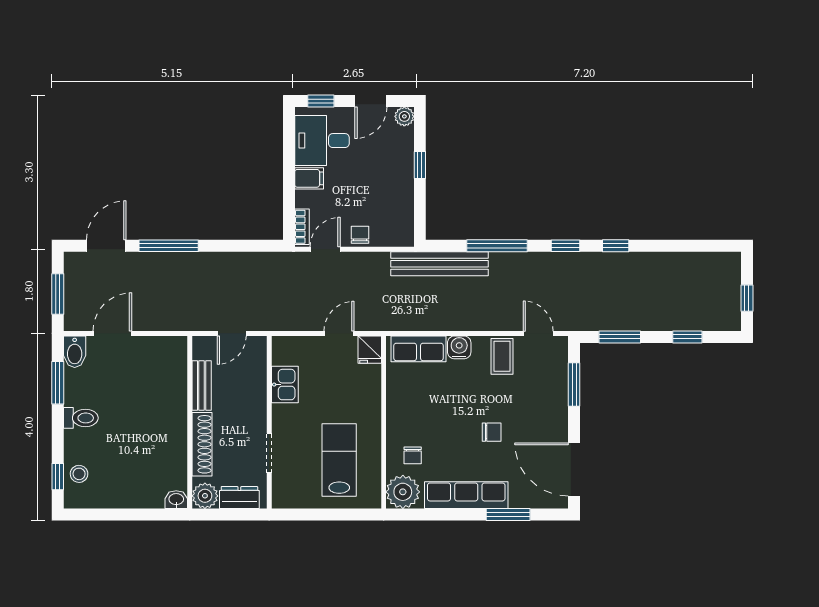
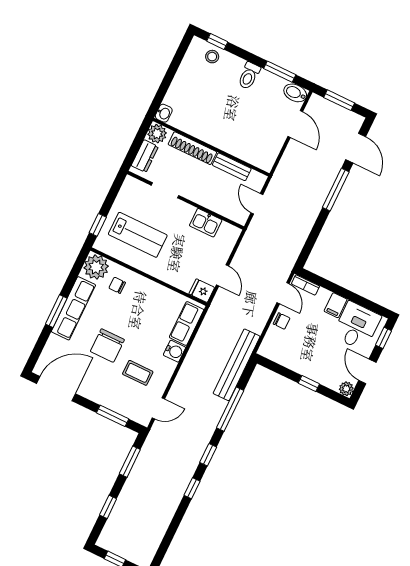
coffee table: (502, 356) -> (138, 373), moved
chair: (492, 432) -> (107, 346), width x1.87, depth x1.87
window: (351, 514) -> (98, 225), added
window: (508, 514) -> (56, 311), moved

